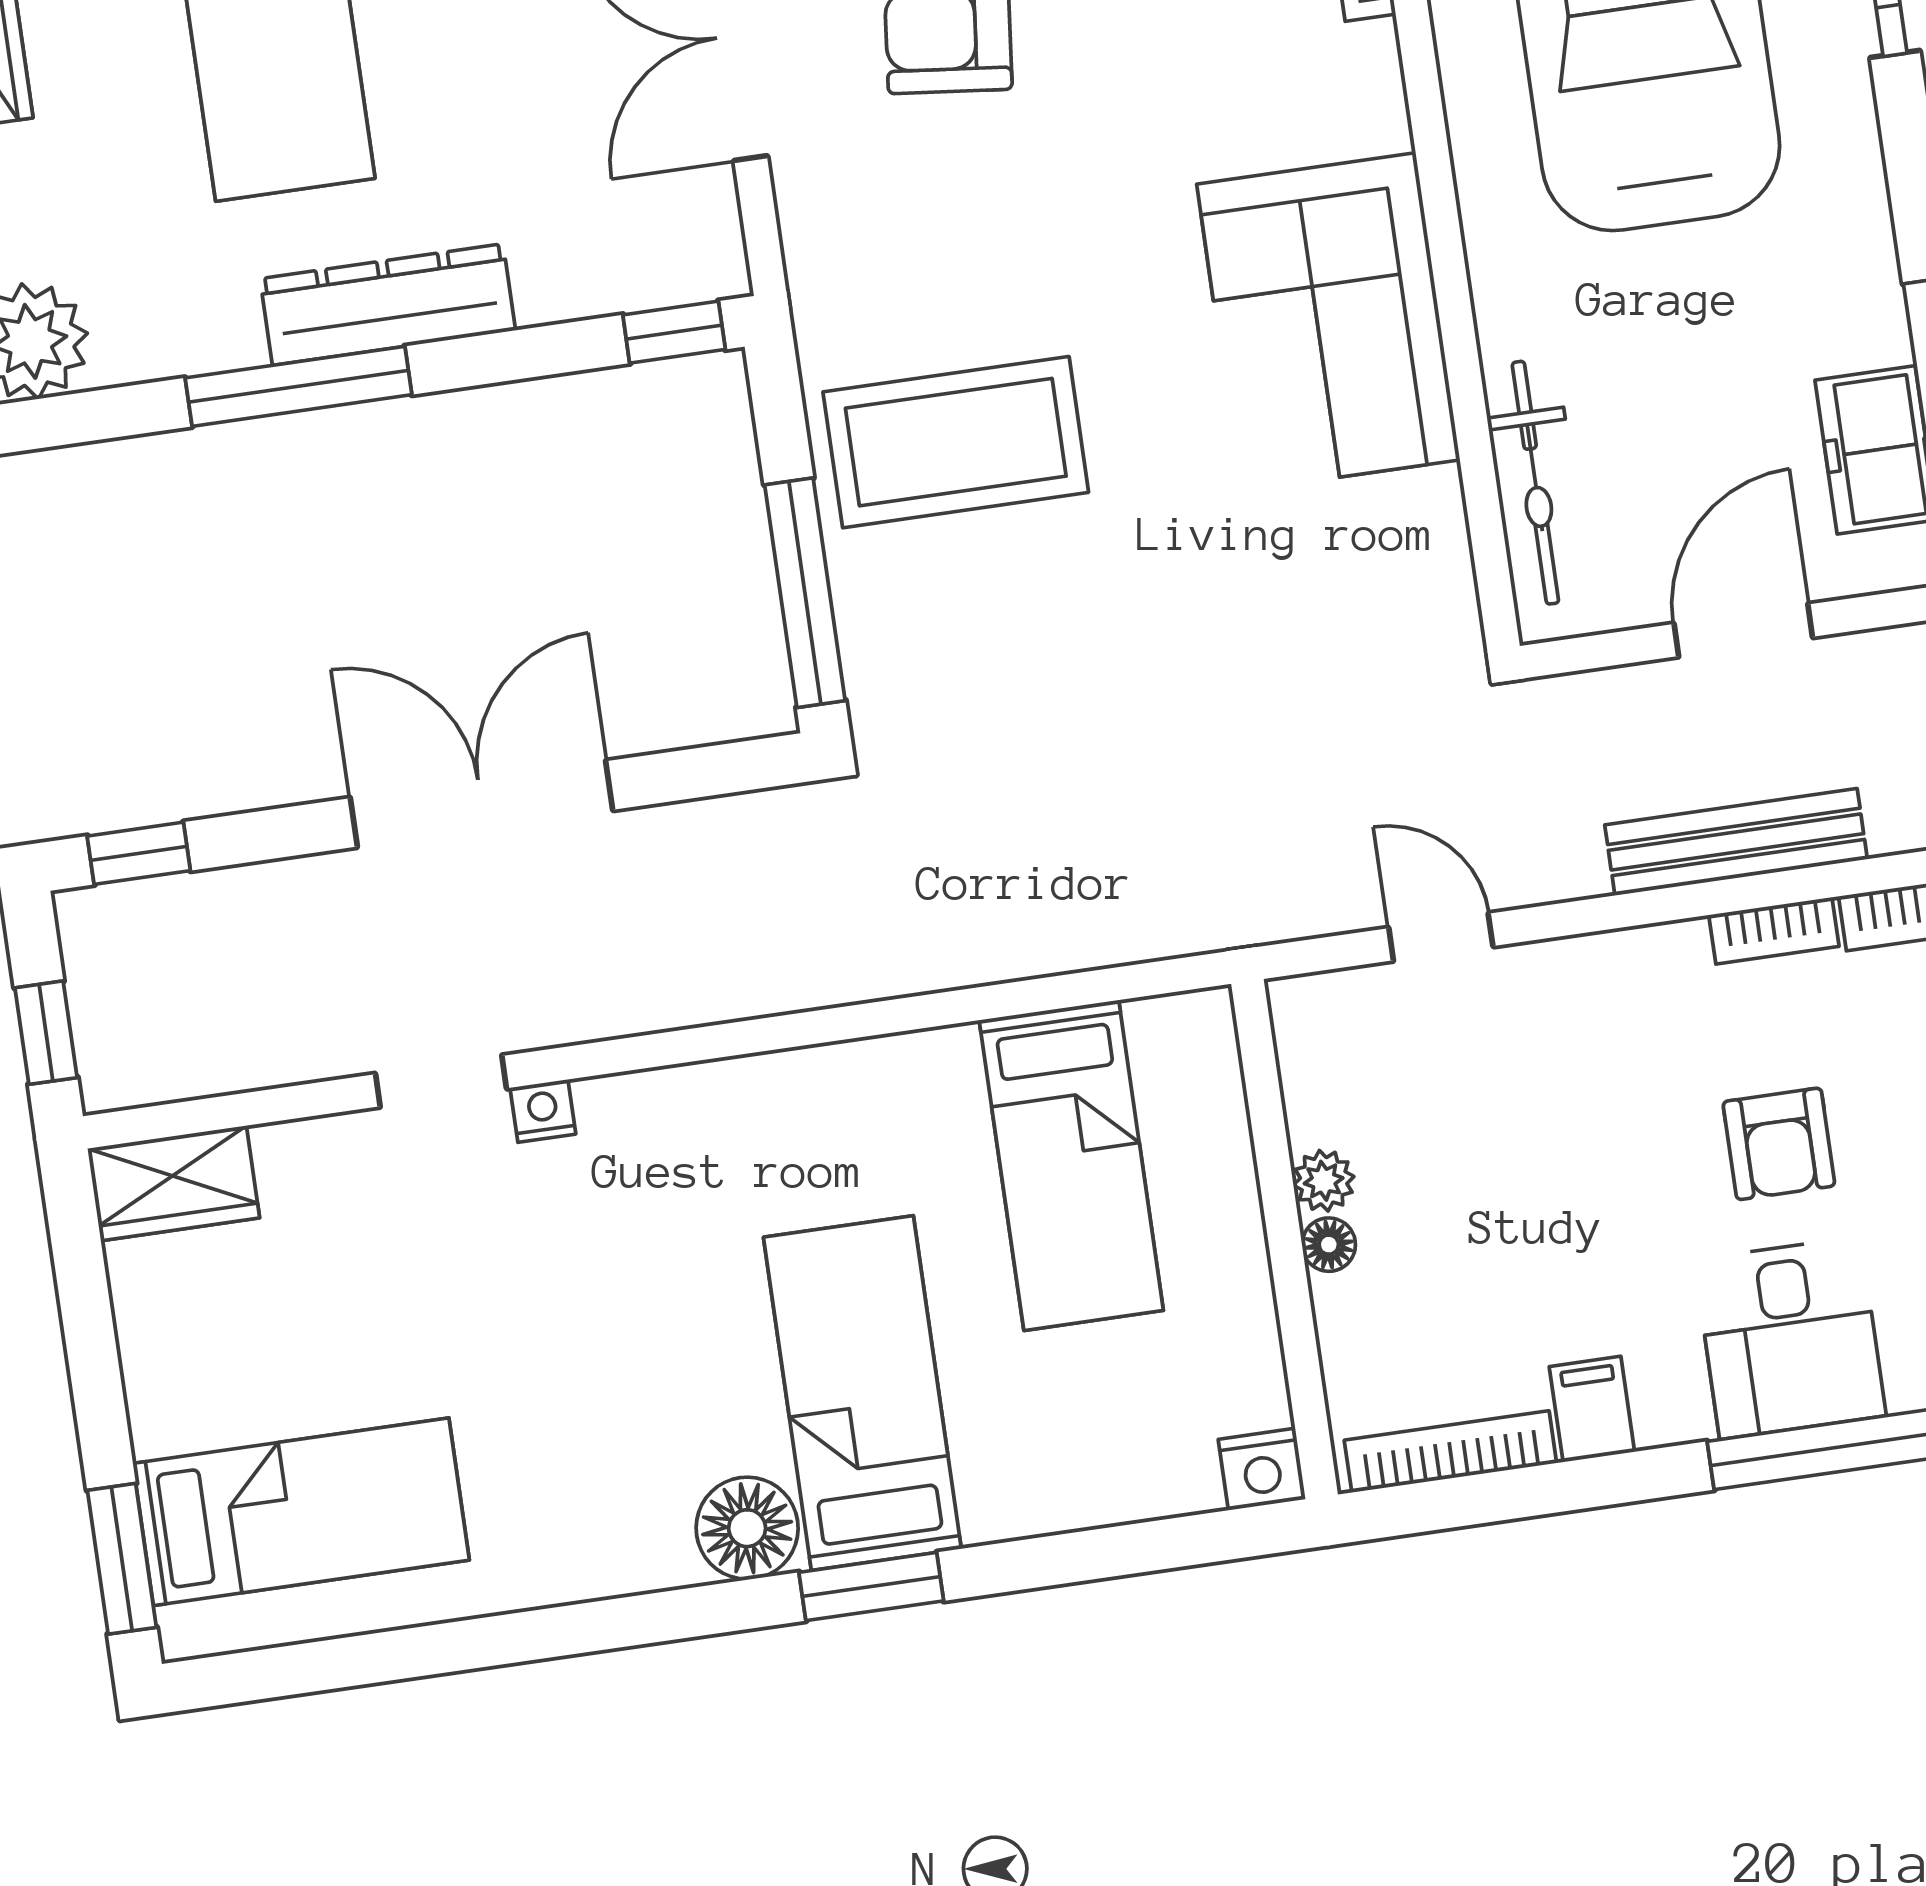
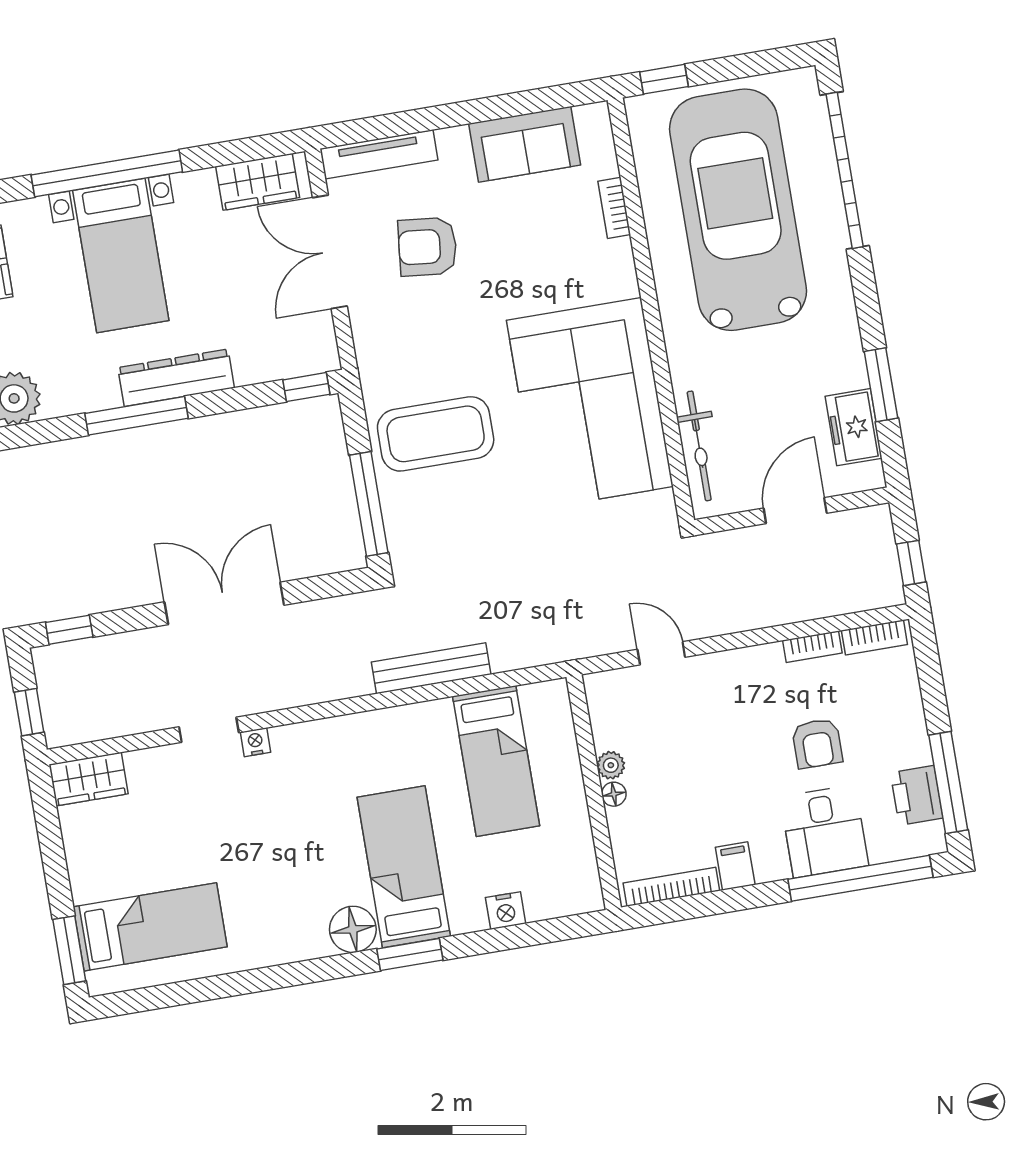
corner sofa: (1328, 322) -> (590, 403), width x1.36, depth x1.36
bench: (1736, 842) -> (431, 668), moved
nightstand: (1262, 1469) -> (506, 911), moved

